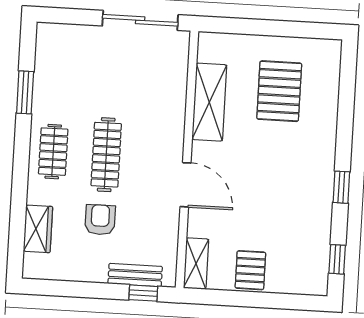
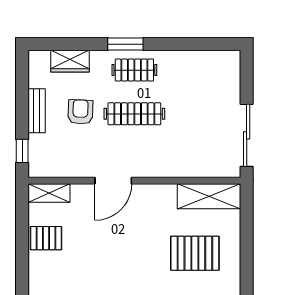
window: (25, 92) -> (125, 44), moved
shelving: (209, 102) -> (209, 196), moved
armchair: (100, 220) -> (80, 112), turned -88
bench: (135, 275) -> (37, 111), moved

